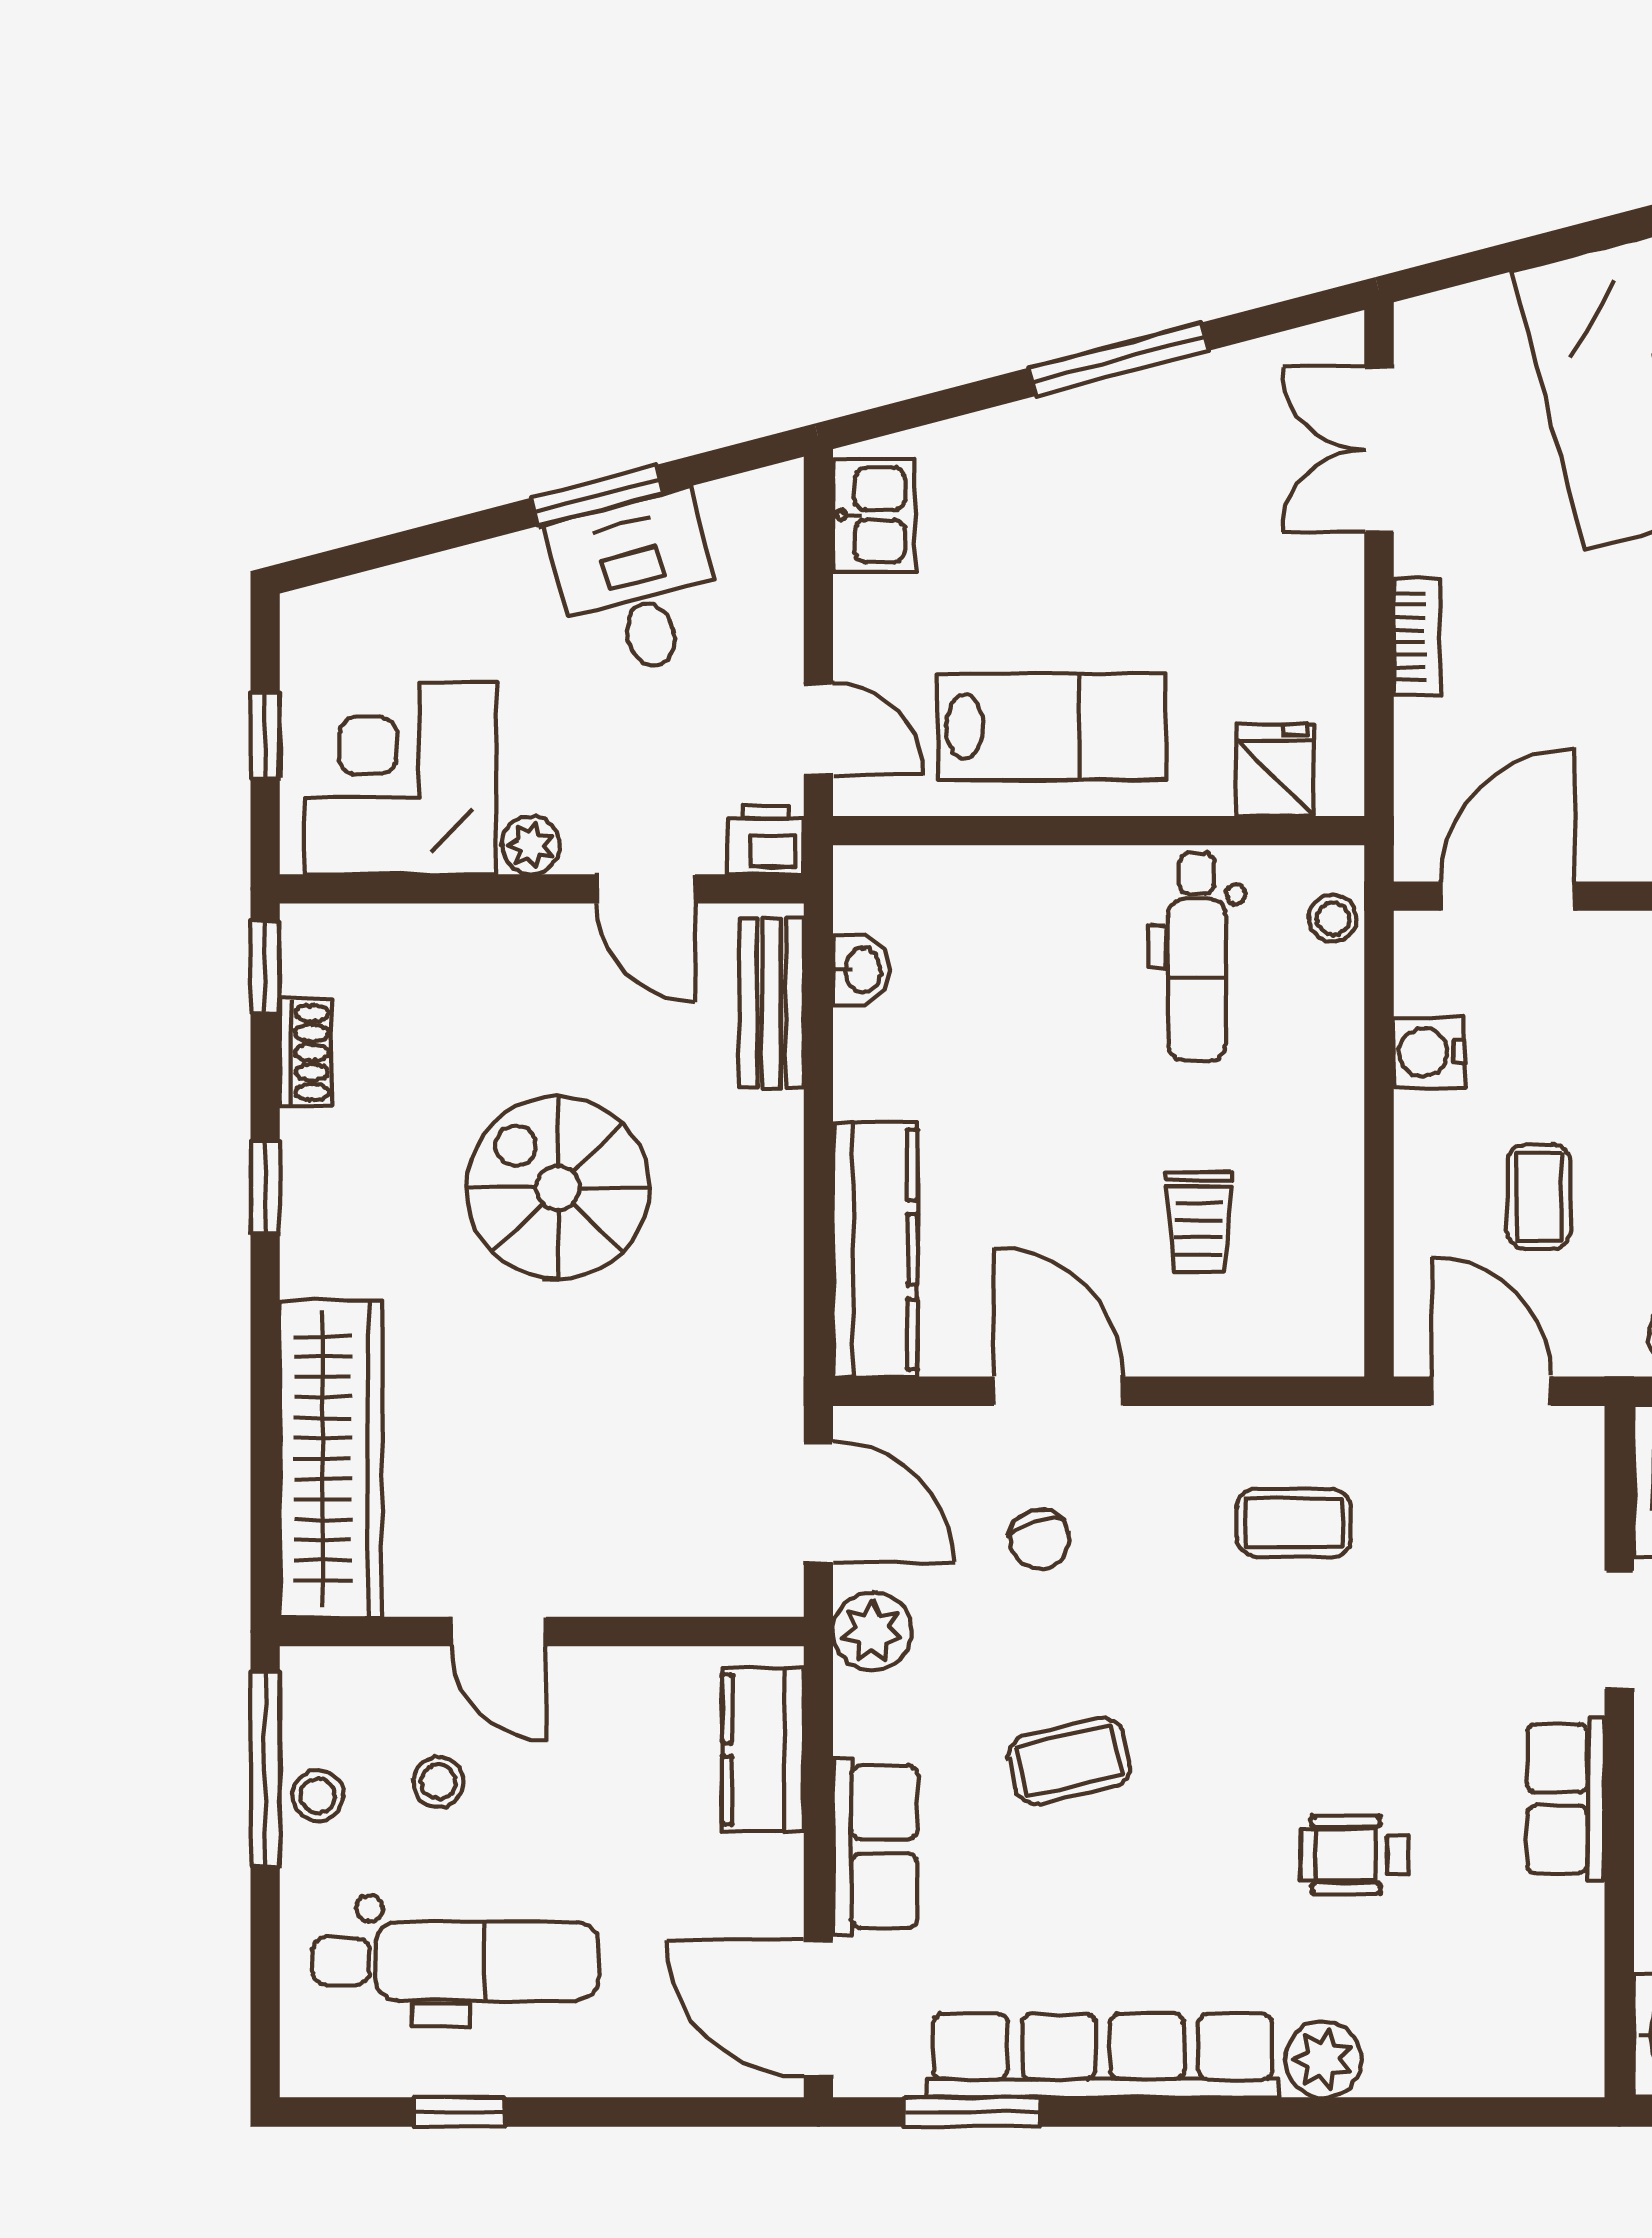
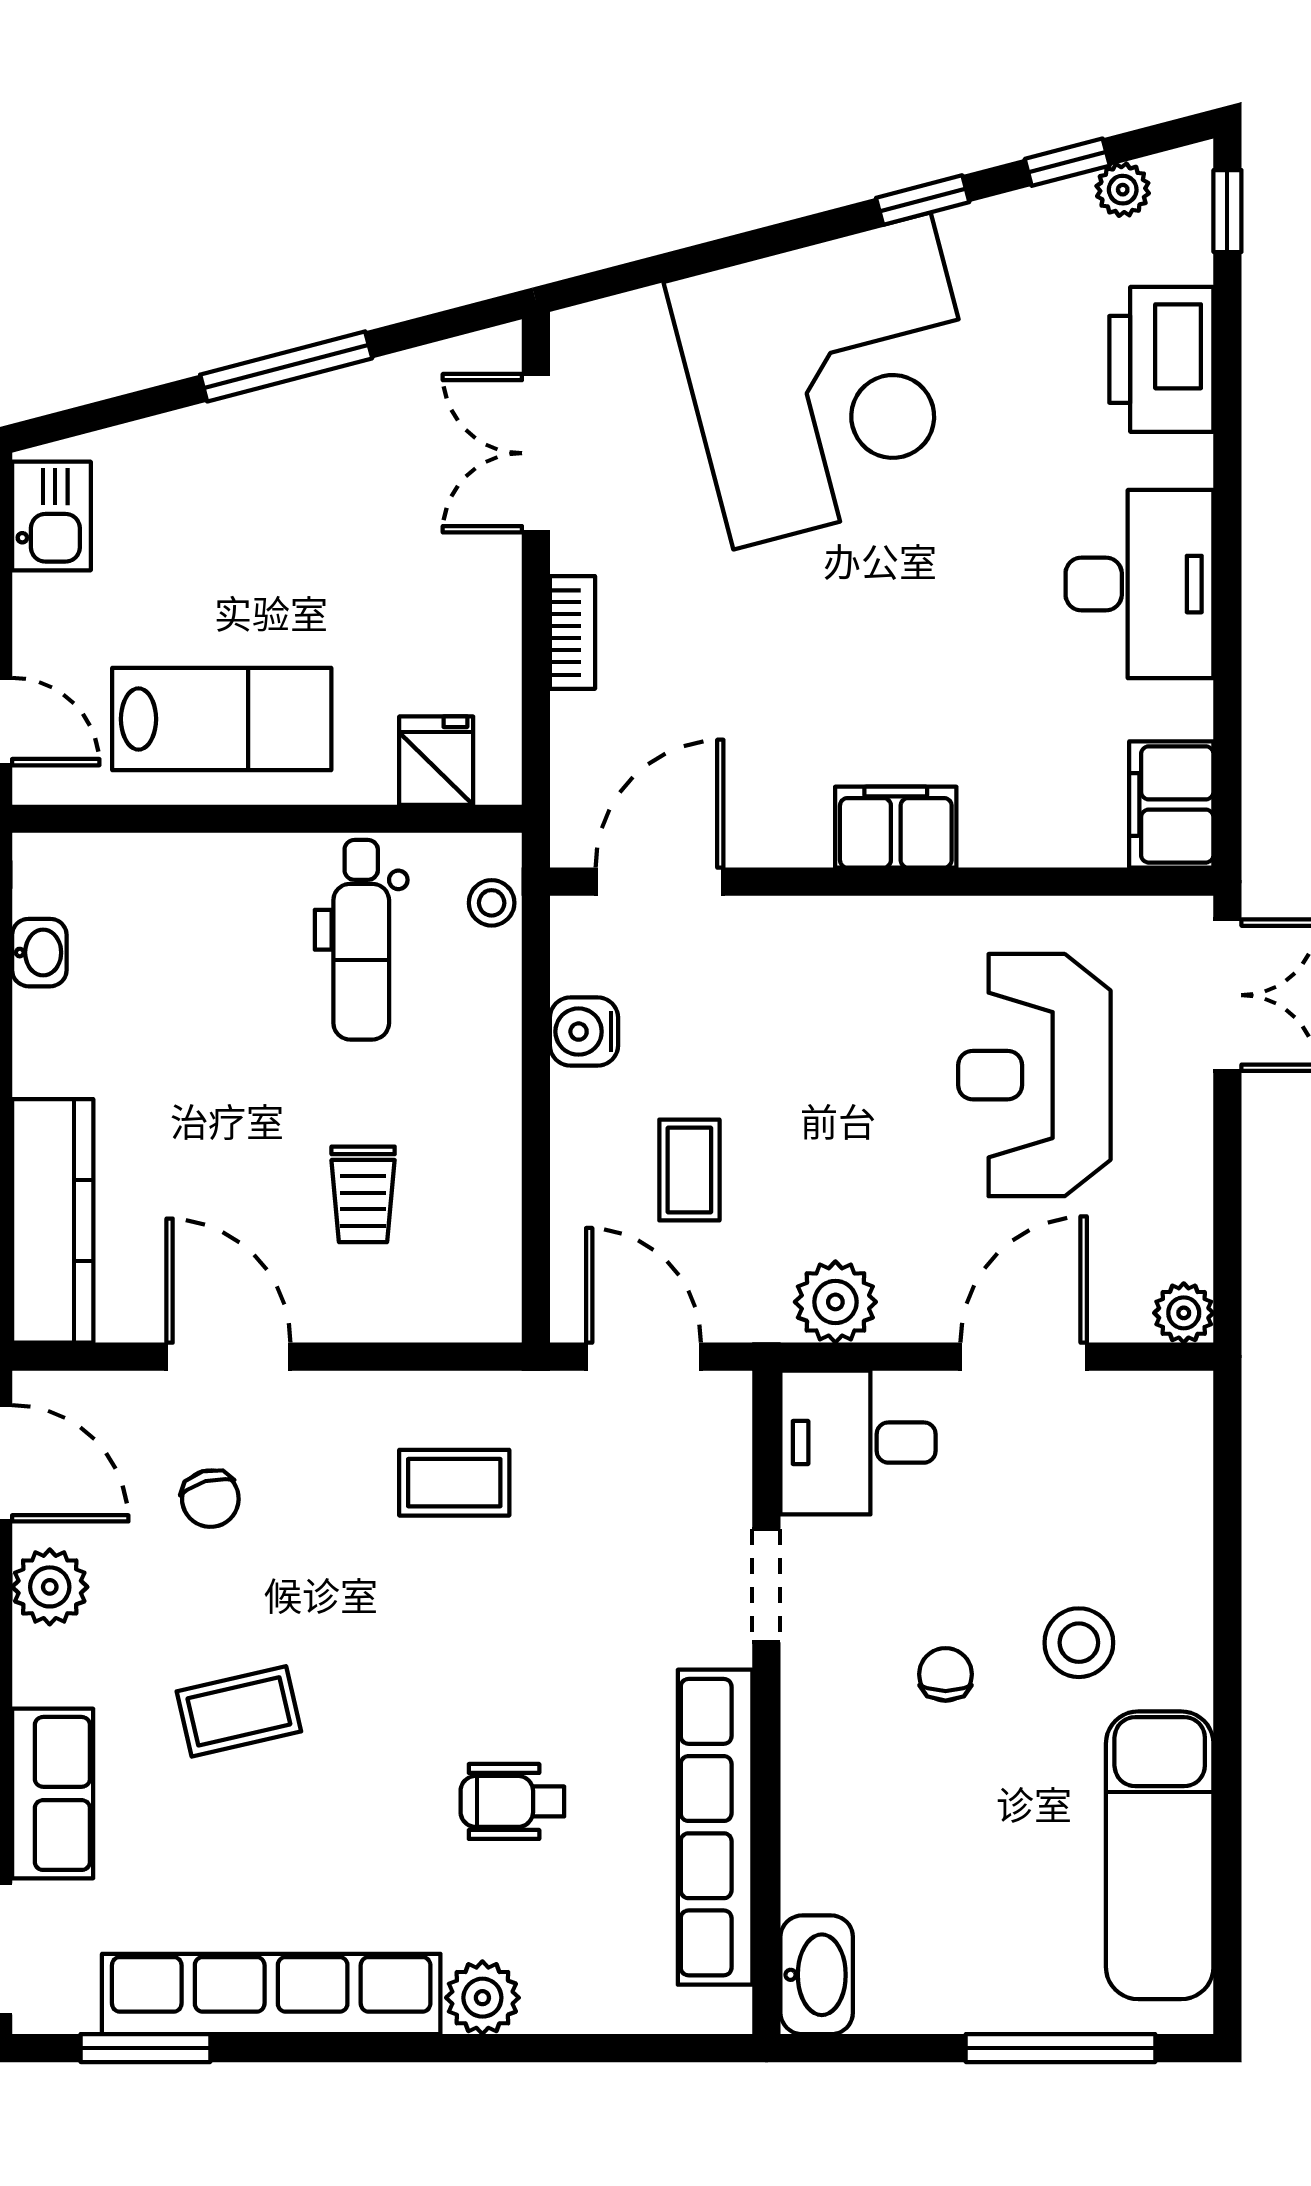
row of seats: (1566, 1799) -> (715, 1827), width x2.02

